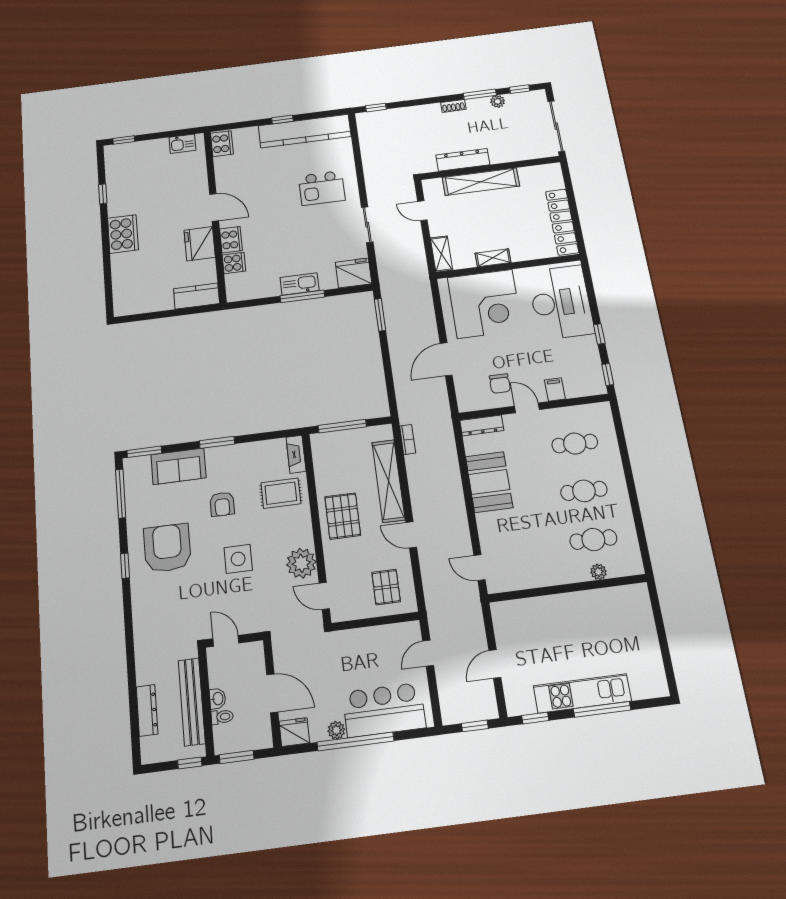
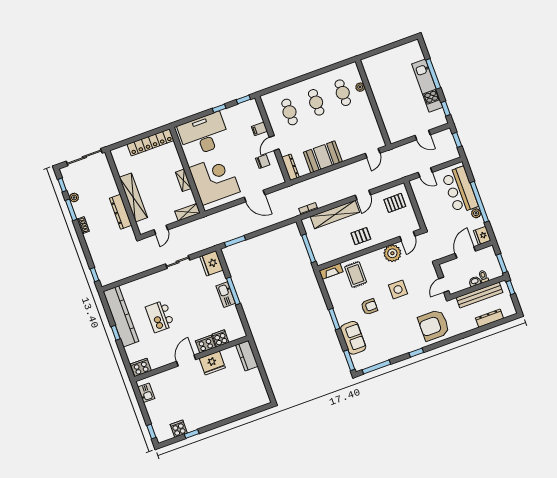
kitchen island: (322, 188) -> (160, 316), moved, turned 180
cooker: (123, 234) -> (179, 429), moved, width x0.53, depth x0.76
pallet: (343, 516) -> (361, 236), width x0.67, depth x0.71
armchair: (167, 548) -> (434, 325), moved

